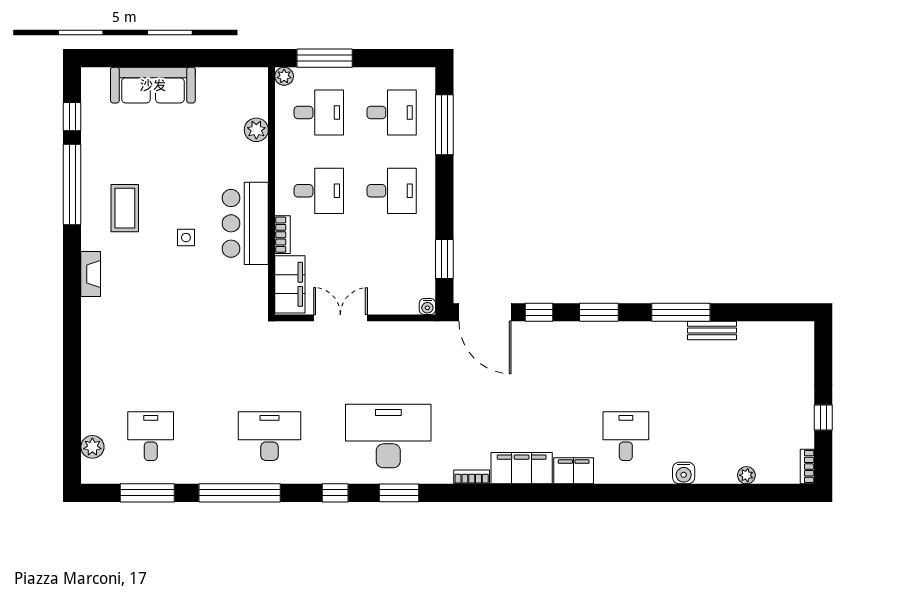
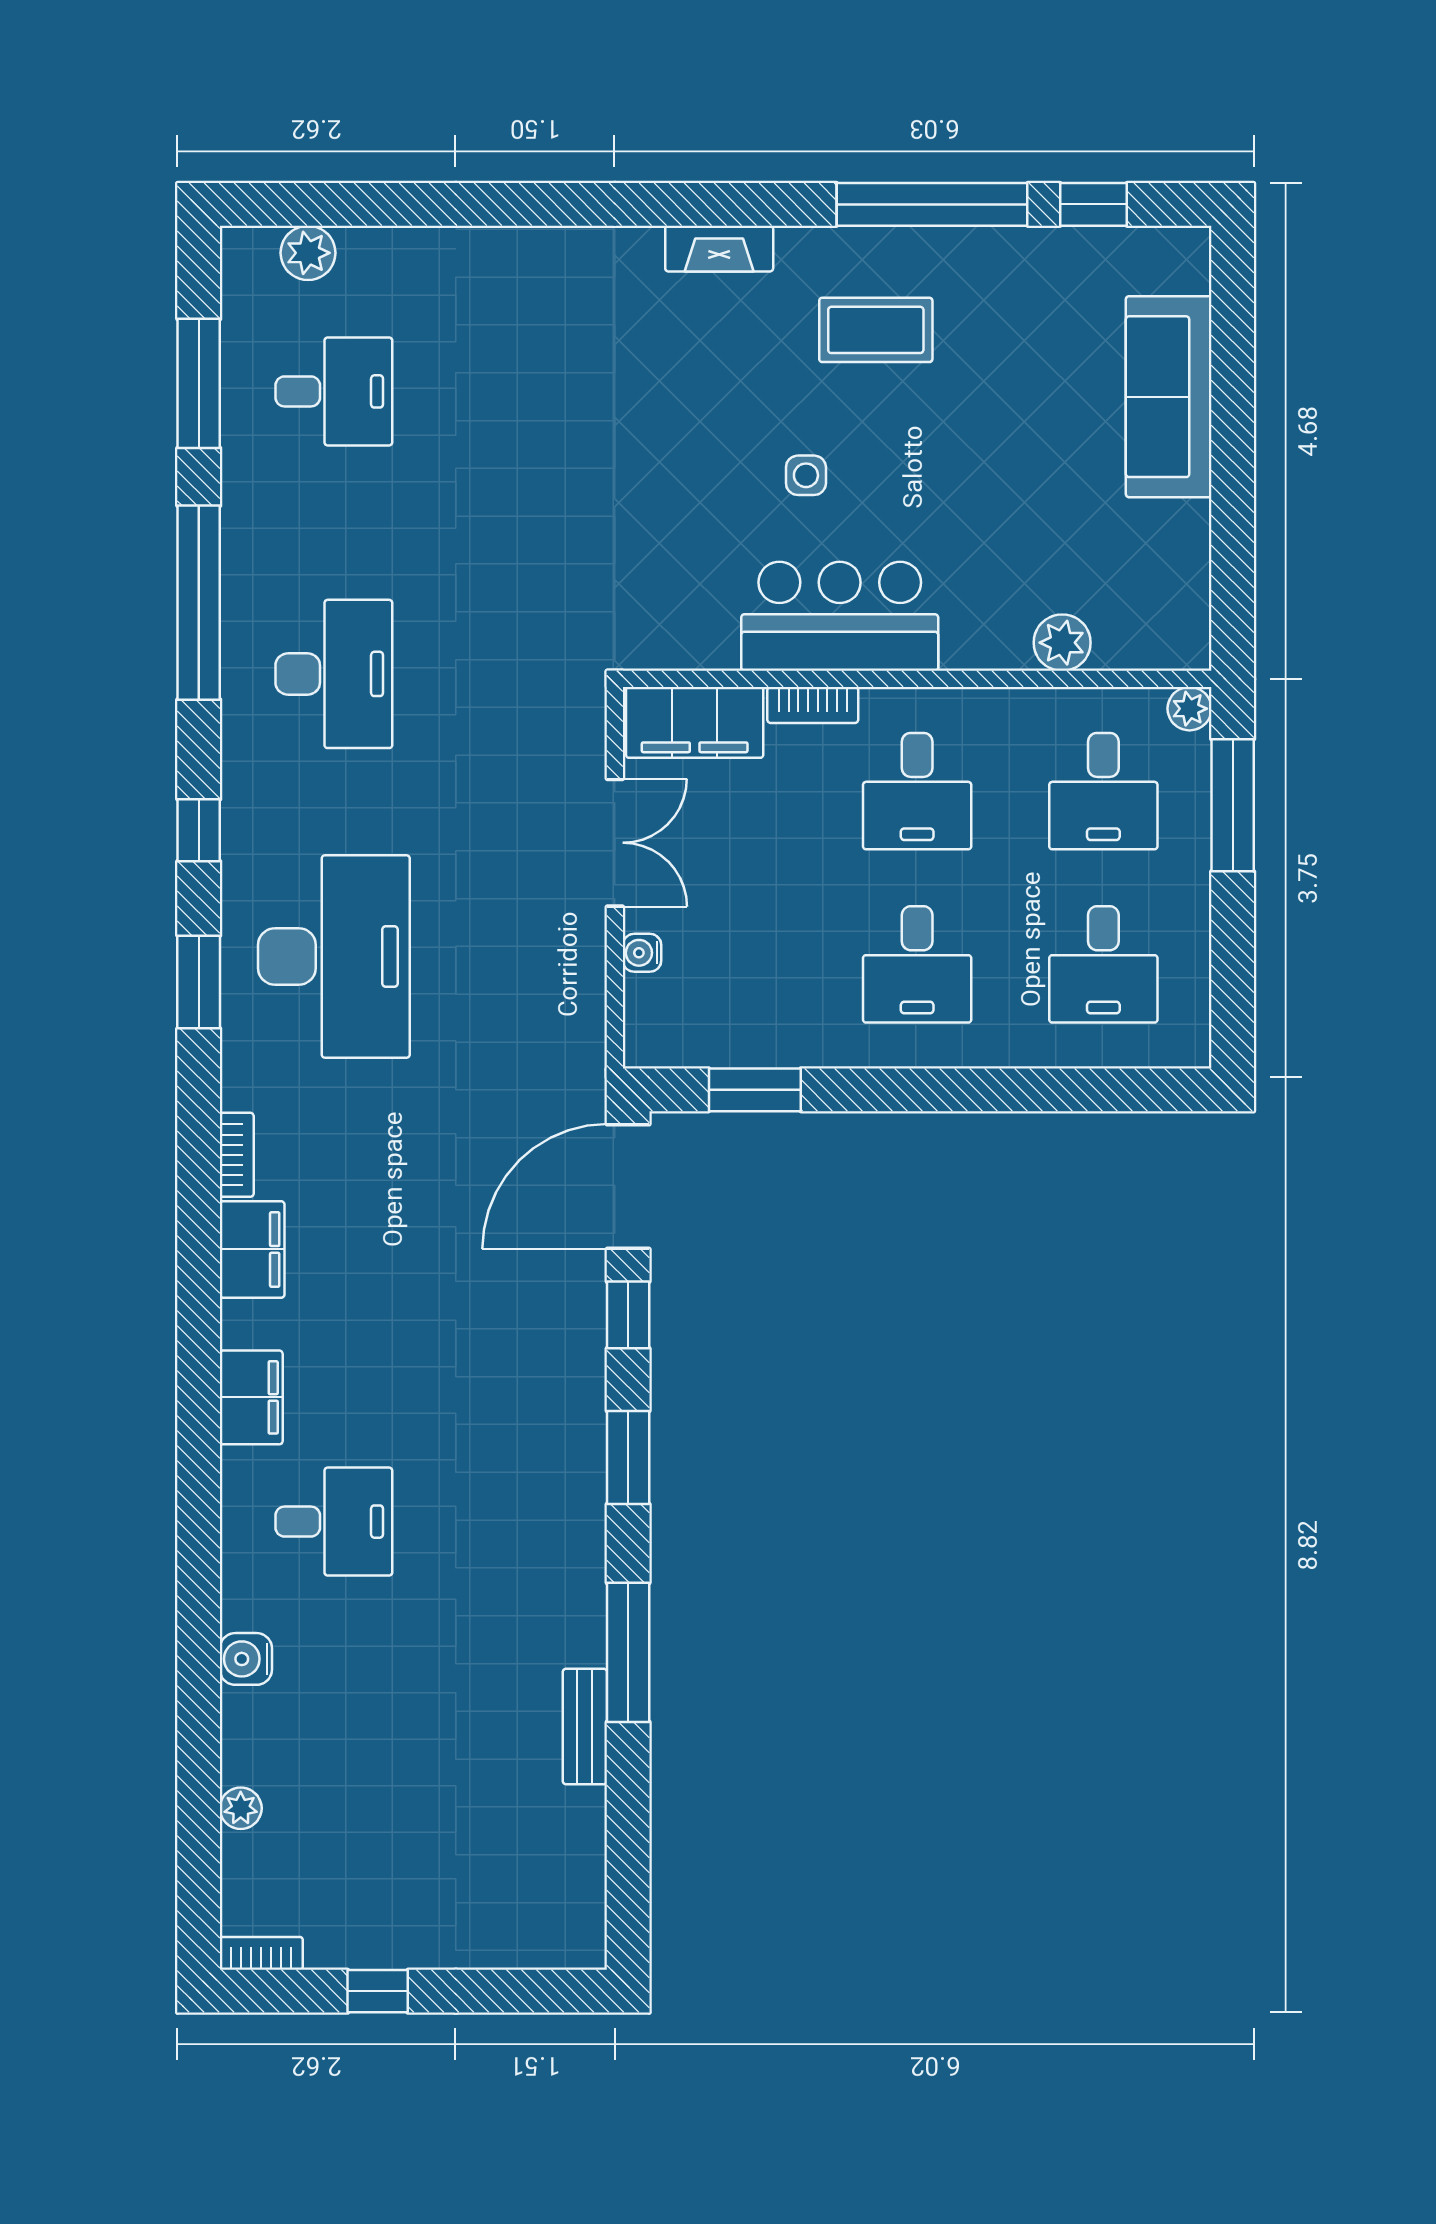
window: (444, 125) -> (1074, 1090), removed
water cooler: (427, 306) -> (642, 953), moved
filing cabinet: (522, 468) -> (252, 1249), width x0.67, depth x0.86

